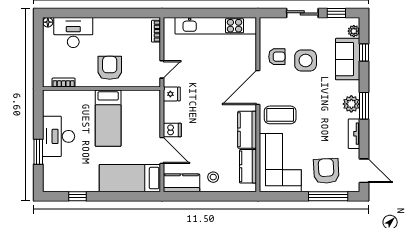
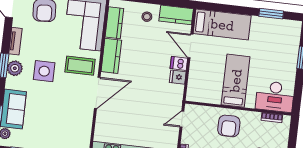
armchair: (277, 57) -> (77, 119), removed
side table: (306, 61) -> (44, 71), moved
fridge: (172, 94) -> (178, 77), moved
desk: (59, 136) -> (275, 97), moved, turned 90
window: (78, 196) -> (271, 14), width x1.50

